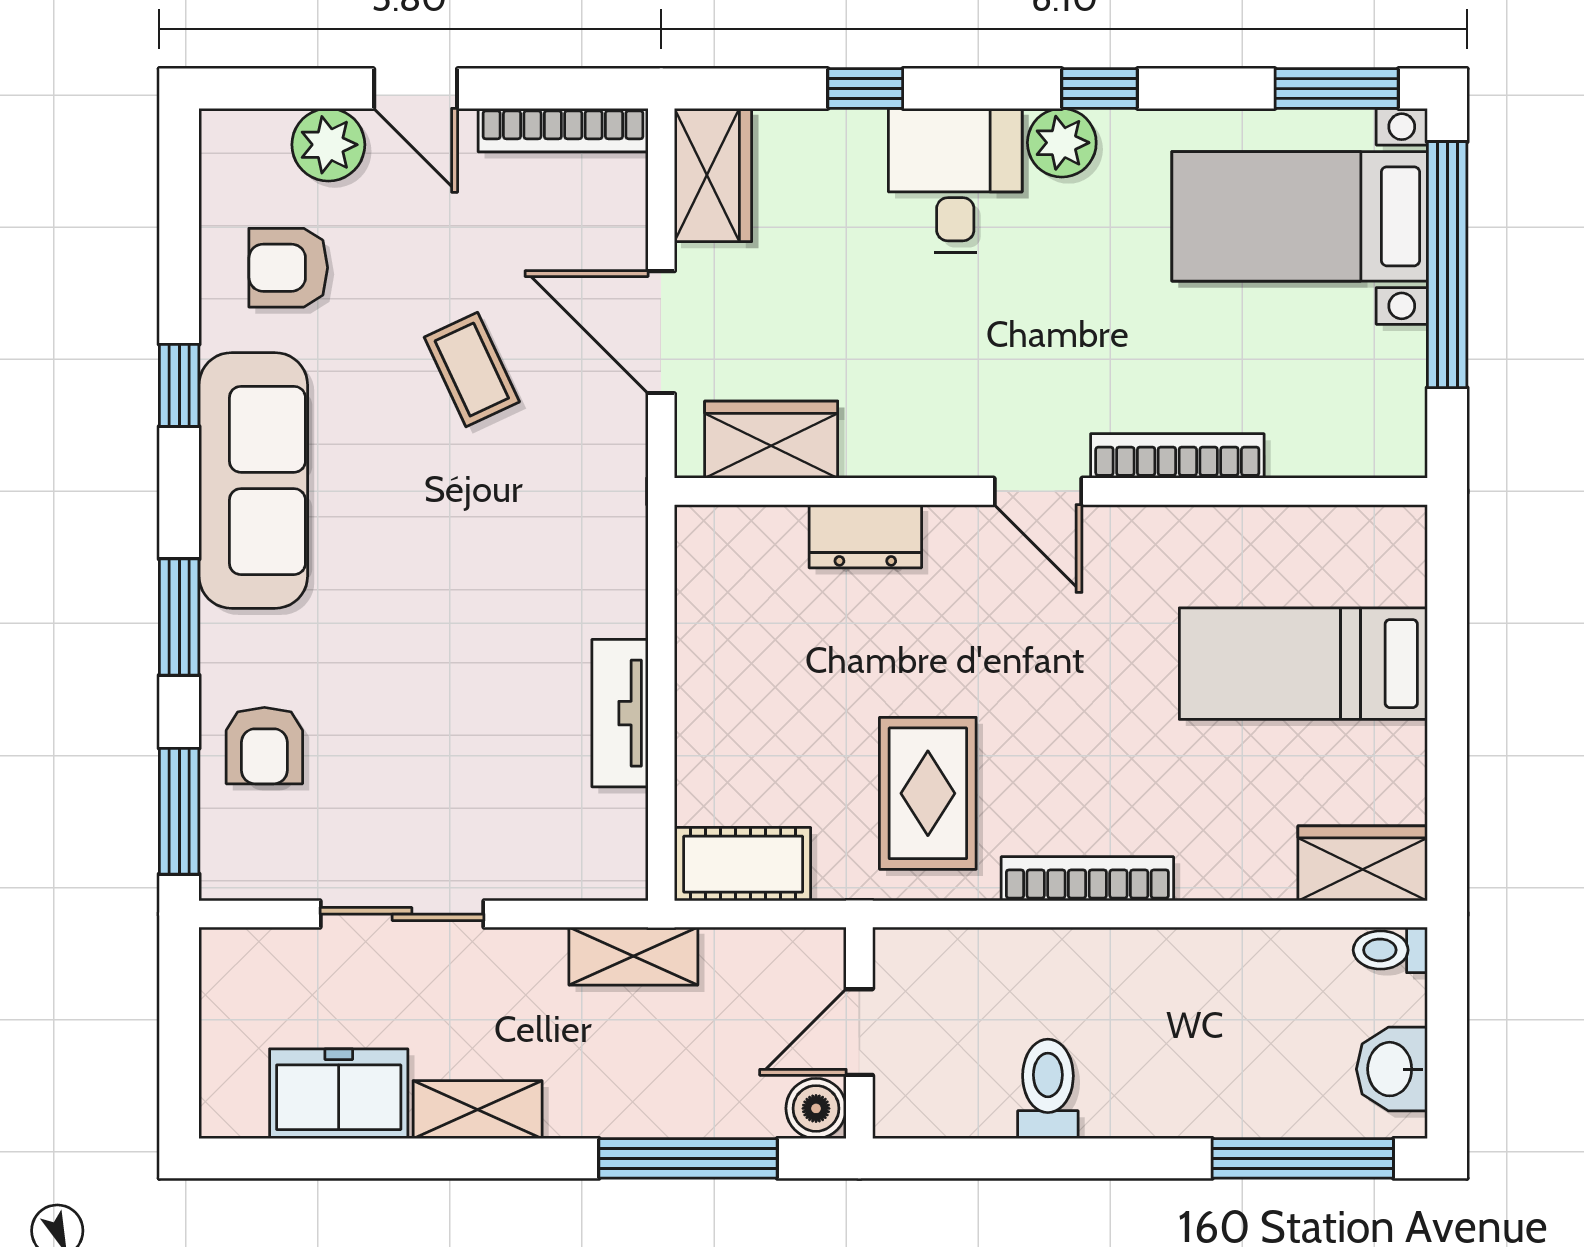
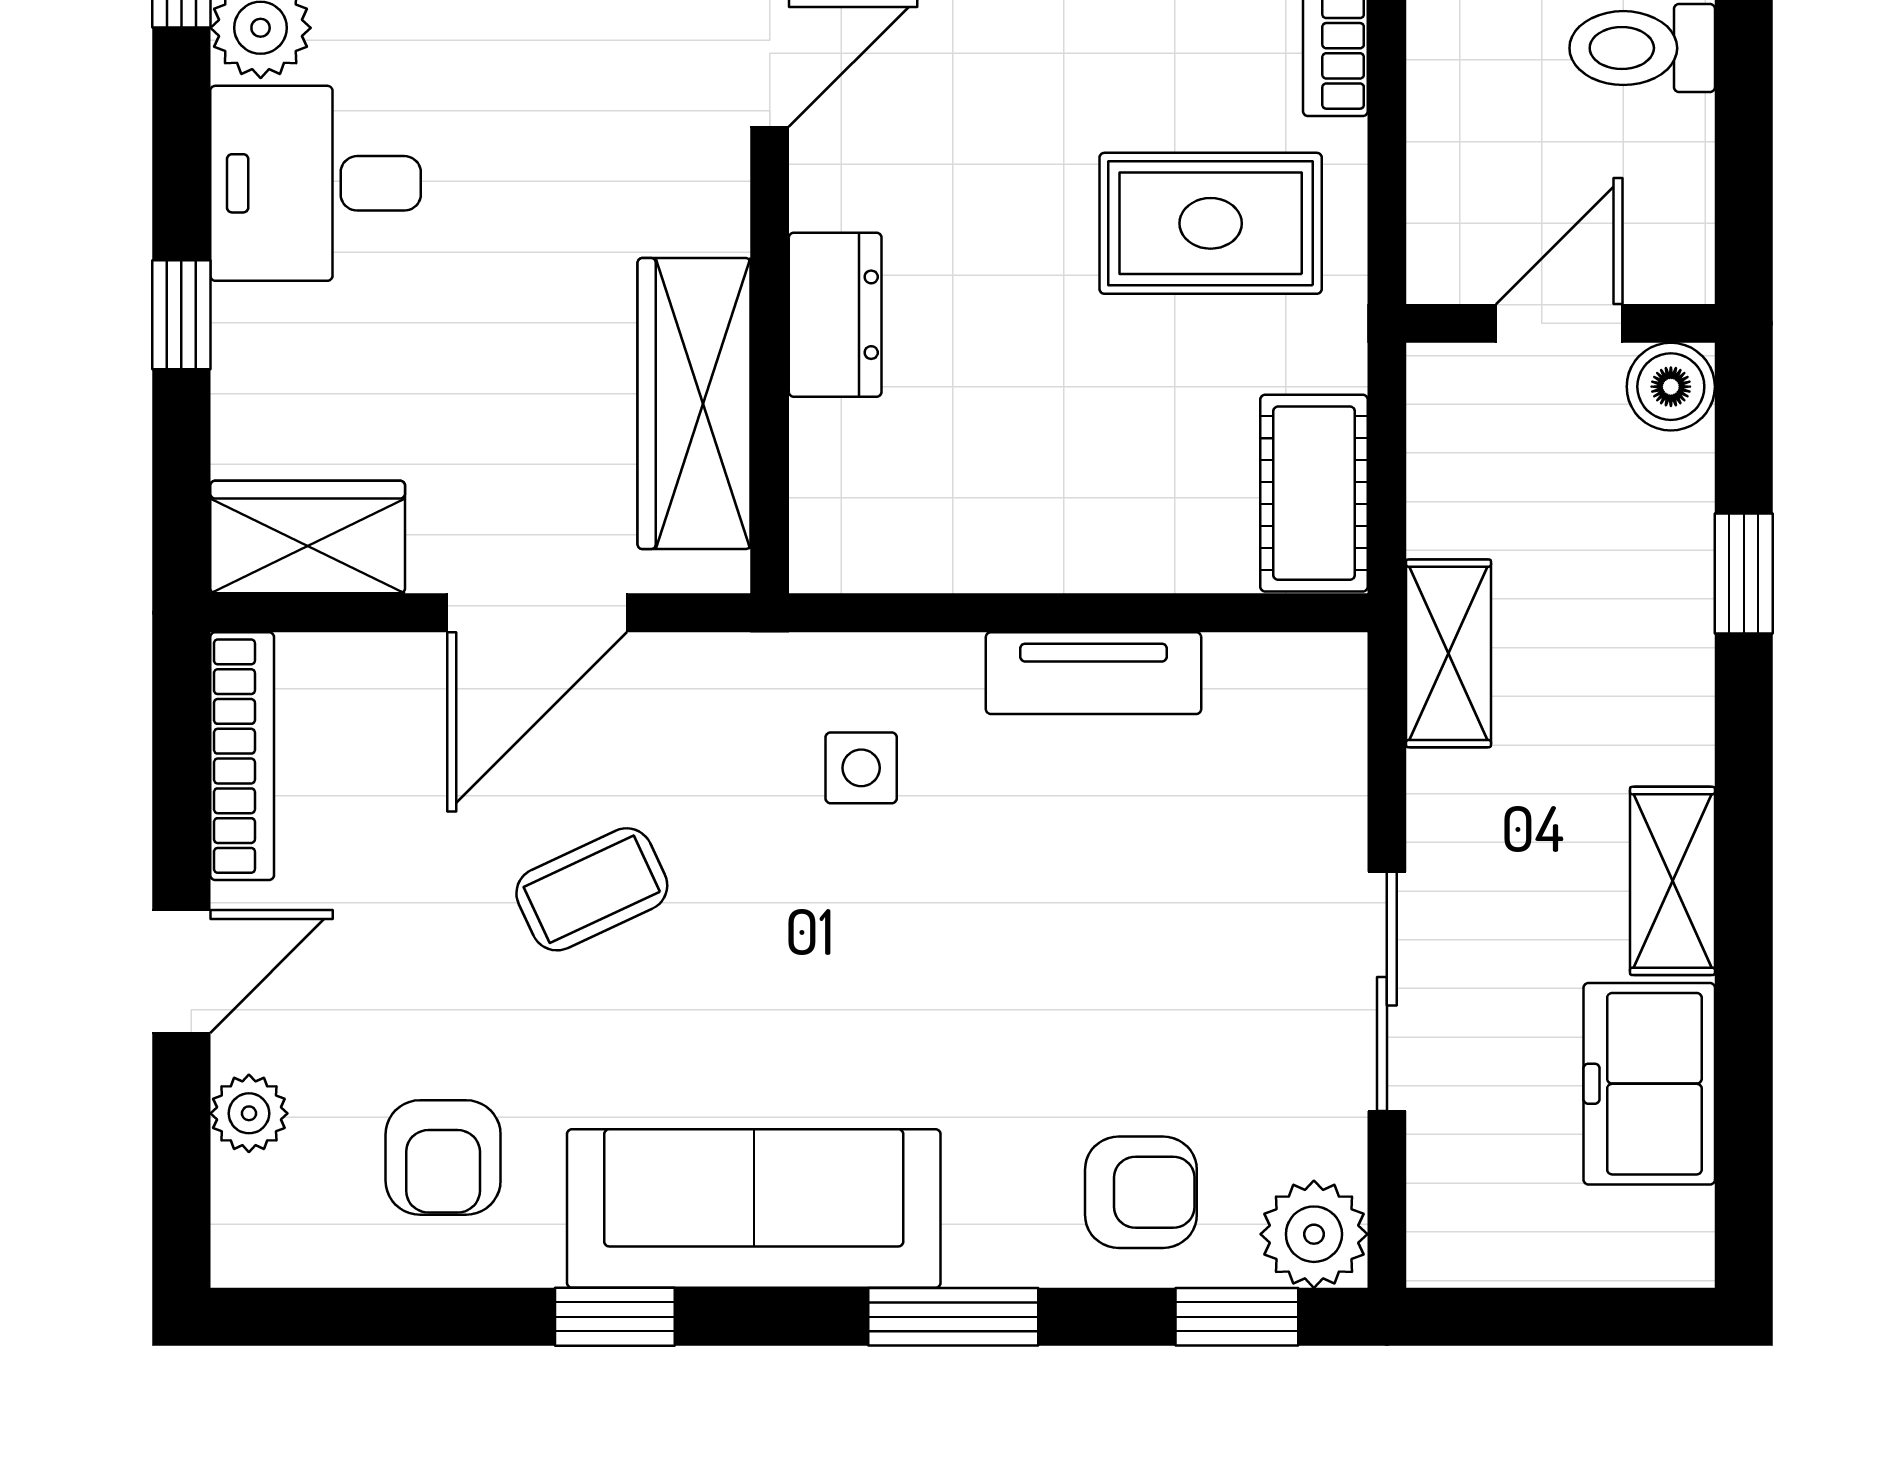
plant: (328, 145) -> (249, 1113), width x0.73, depth x0.73
wardrobe: (771, 440) -> (694, 404), width x1.50
side table: (555, 554) -> (861, 768), added
window: (179, 811) -> (1237, 1317), width x0.67
plant: (236, 864) -> (1314, 1234), added
door: (859, 1032) -> (1559, 323), swing flipped
window: (688, 1158) -> (1744, 574), width x0.46

